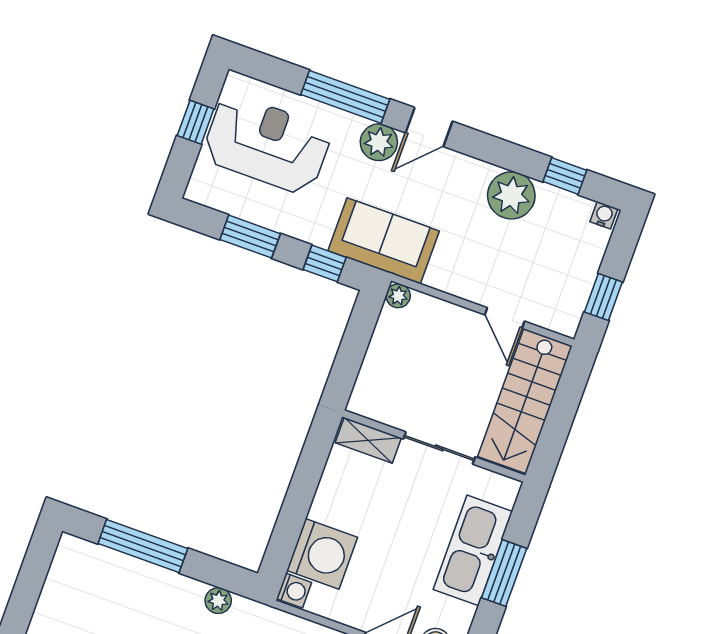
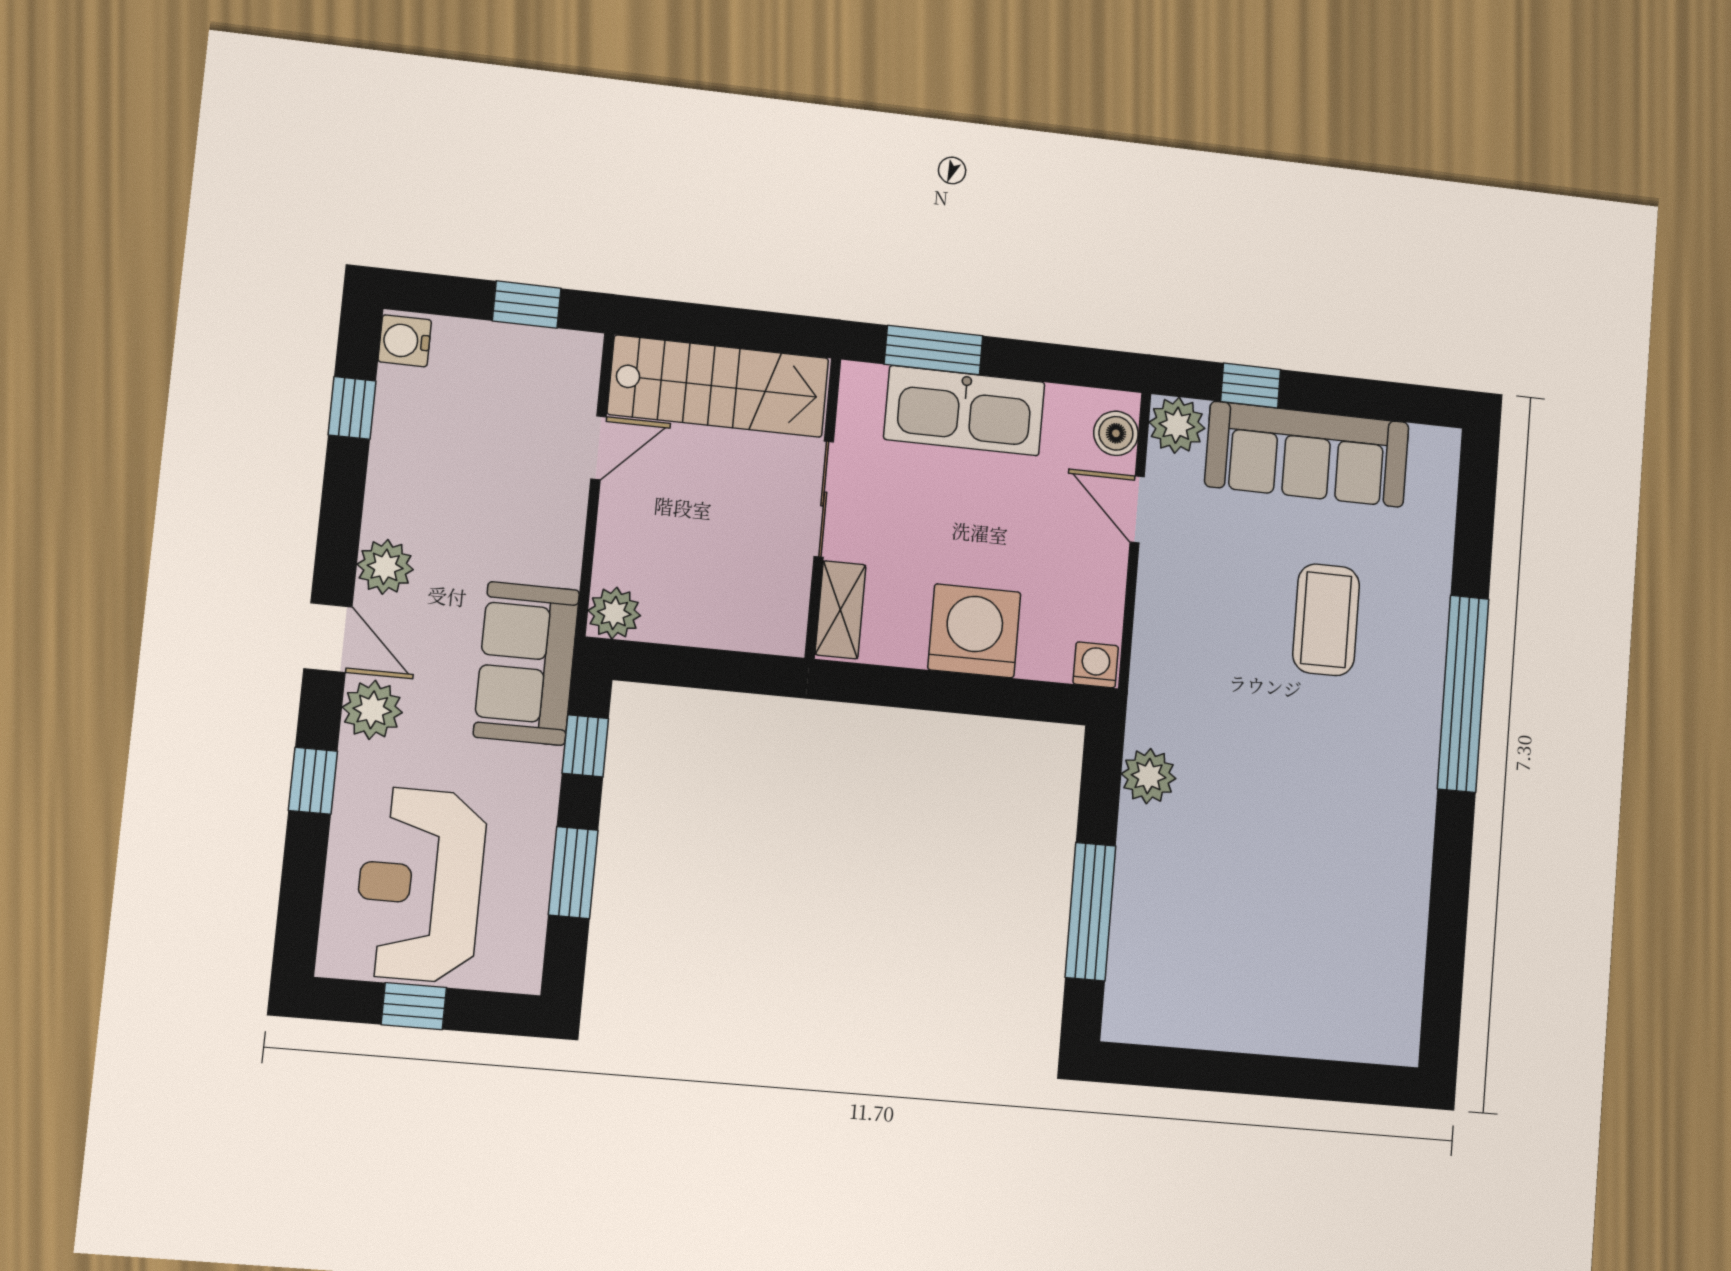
window: (345, 97) -> (313, 781), width x0.46
plant: (511, 195) -> (385, 567), moved, width x0.73, depth x0.73
water cooler: (604, 215) -> (405, 341), width x1.38, depth x1.38
plant: (398, 296) -> (614, 613), width x1.38, depth x1.38
washing machine: (322, 554) -> (974, 631), moved
window: (504, 573) -> (934, 350), moved
plant: (218, 601) -> (1149, 776), width x1.38, depth x1.38

